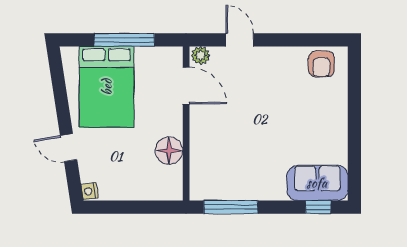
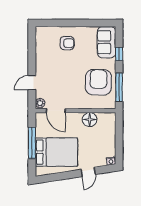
armchair: (321, 64) -> (67, 43), moved
door: (186, 86) -> (56, 111), swing flipped
armchair: (241, 167) -> (98, 82), added
window: (318, 207) -> (119, 54), moved

